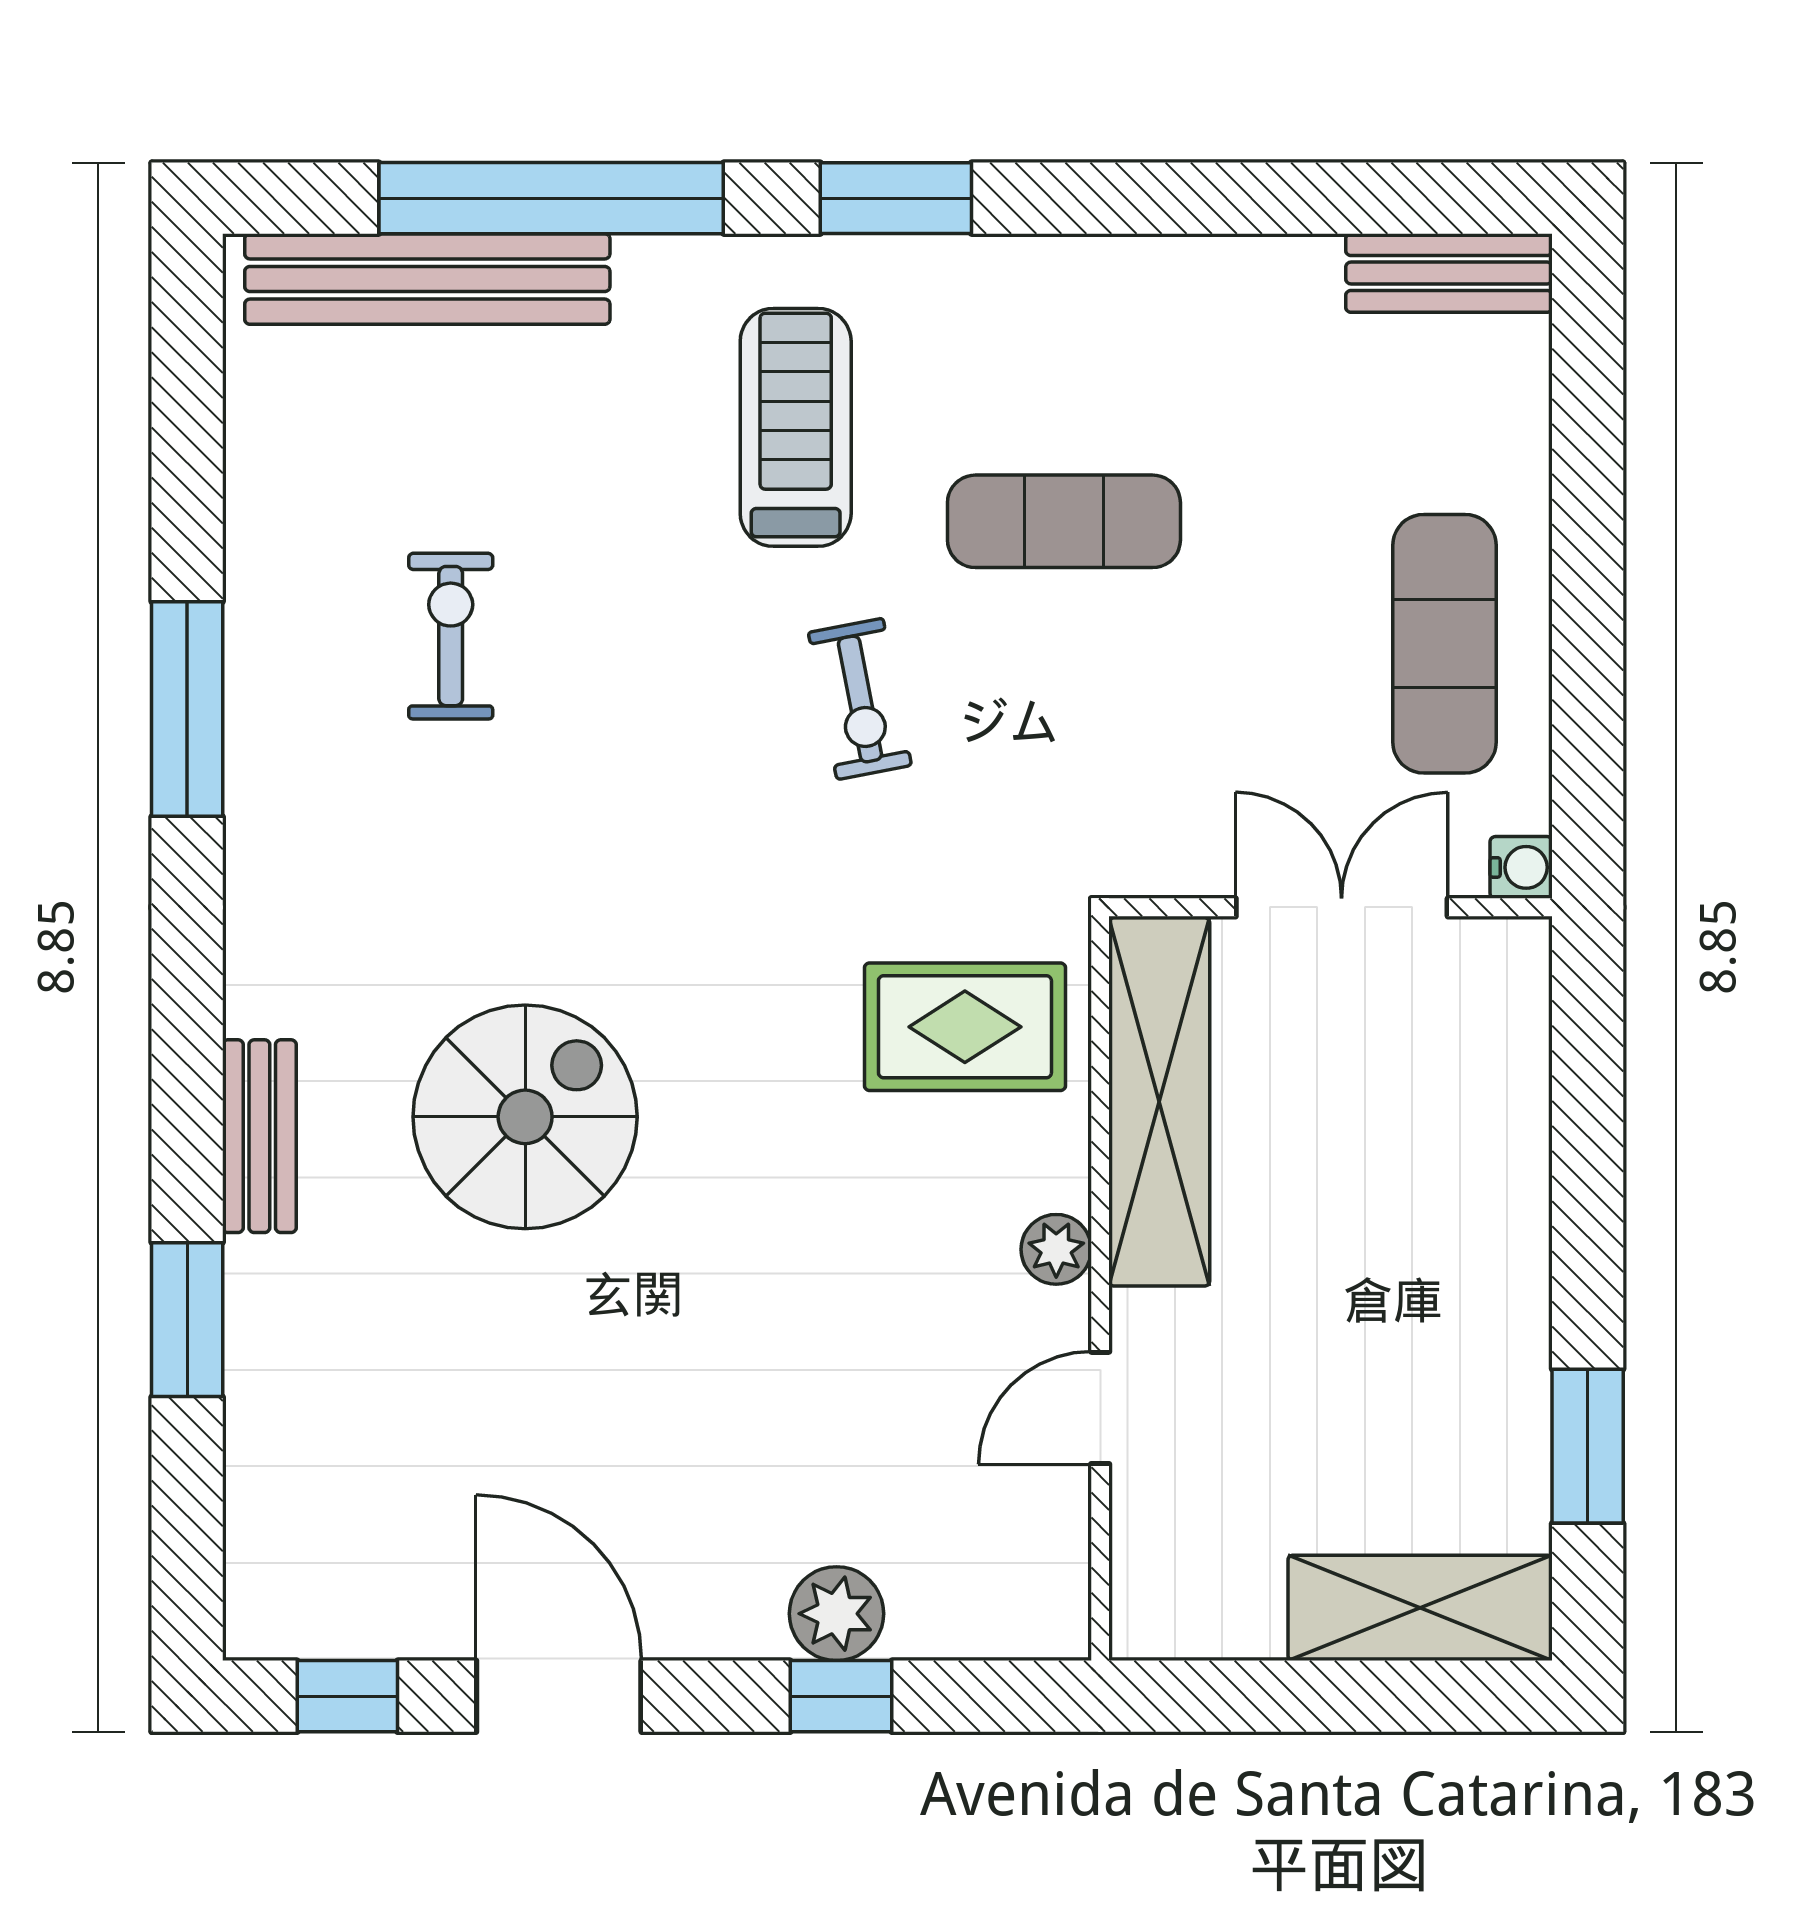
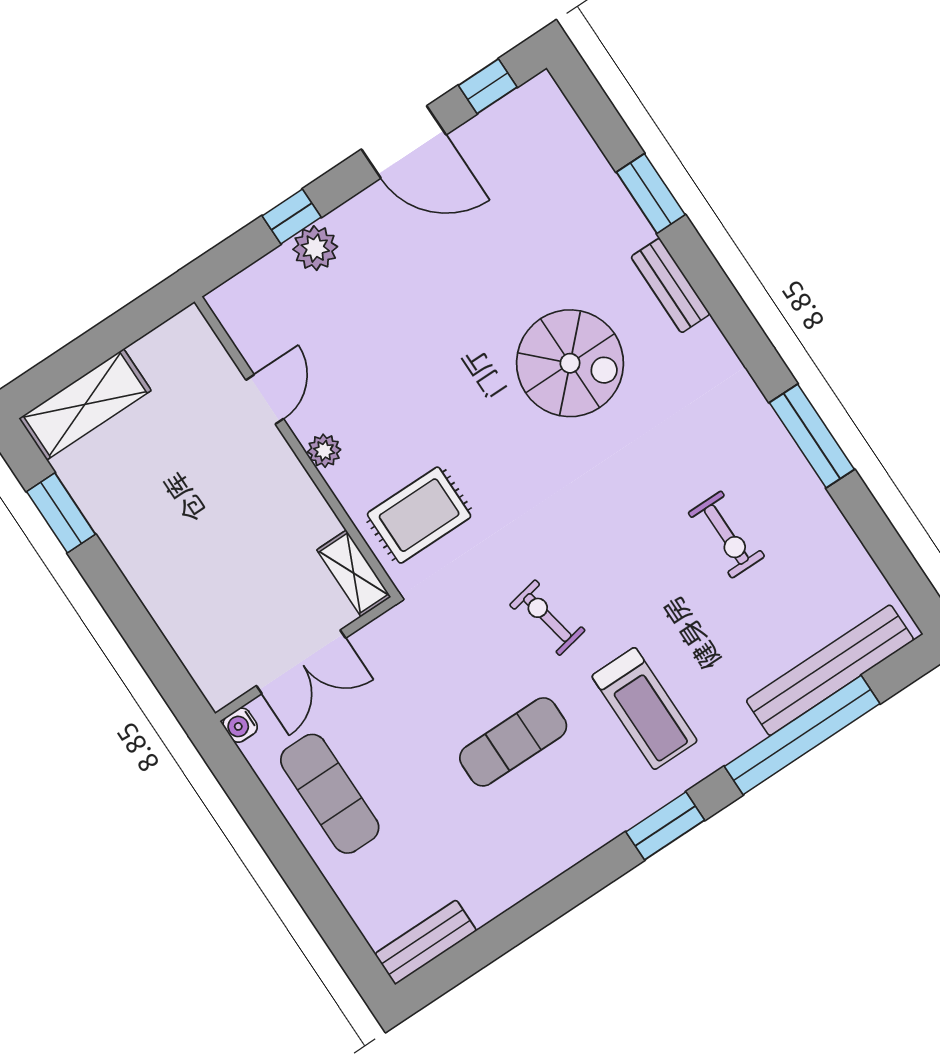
shelving: (1159, 1102) -> (354, 573), width x0.45, depth x0.75
spiral stairs: (525, 1117) -> (570, 363), turned -90

